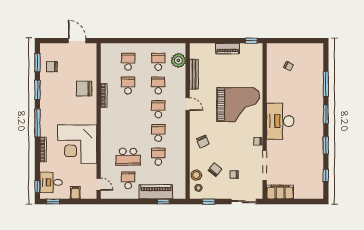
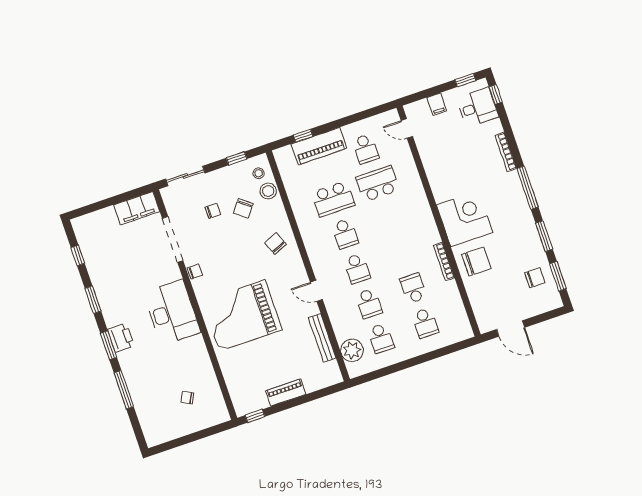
school desk: (128, 85) -> (413, 288), turned 180
printer: (317, 116) -> (121, 338), added
corner desk: (77, 144) -> (465, 219), moved, width x0.74, depth x0.74
school desk: (158, 157) -> (333, 199), width x1.85

